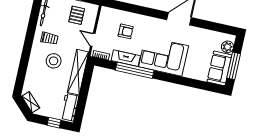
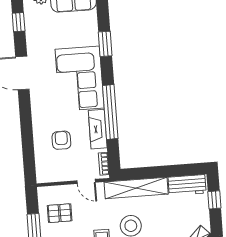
window: (214, 27) -> (19, 22), added
door: (93, 40) -> (86, 181), hinge flipped
window: (182, 81) -> (105, 44), added

